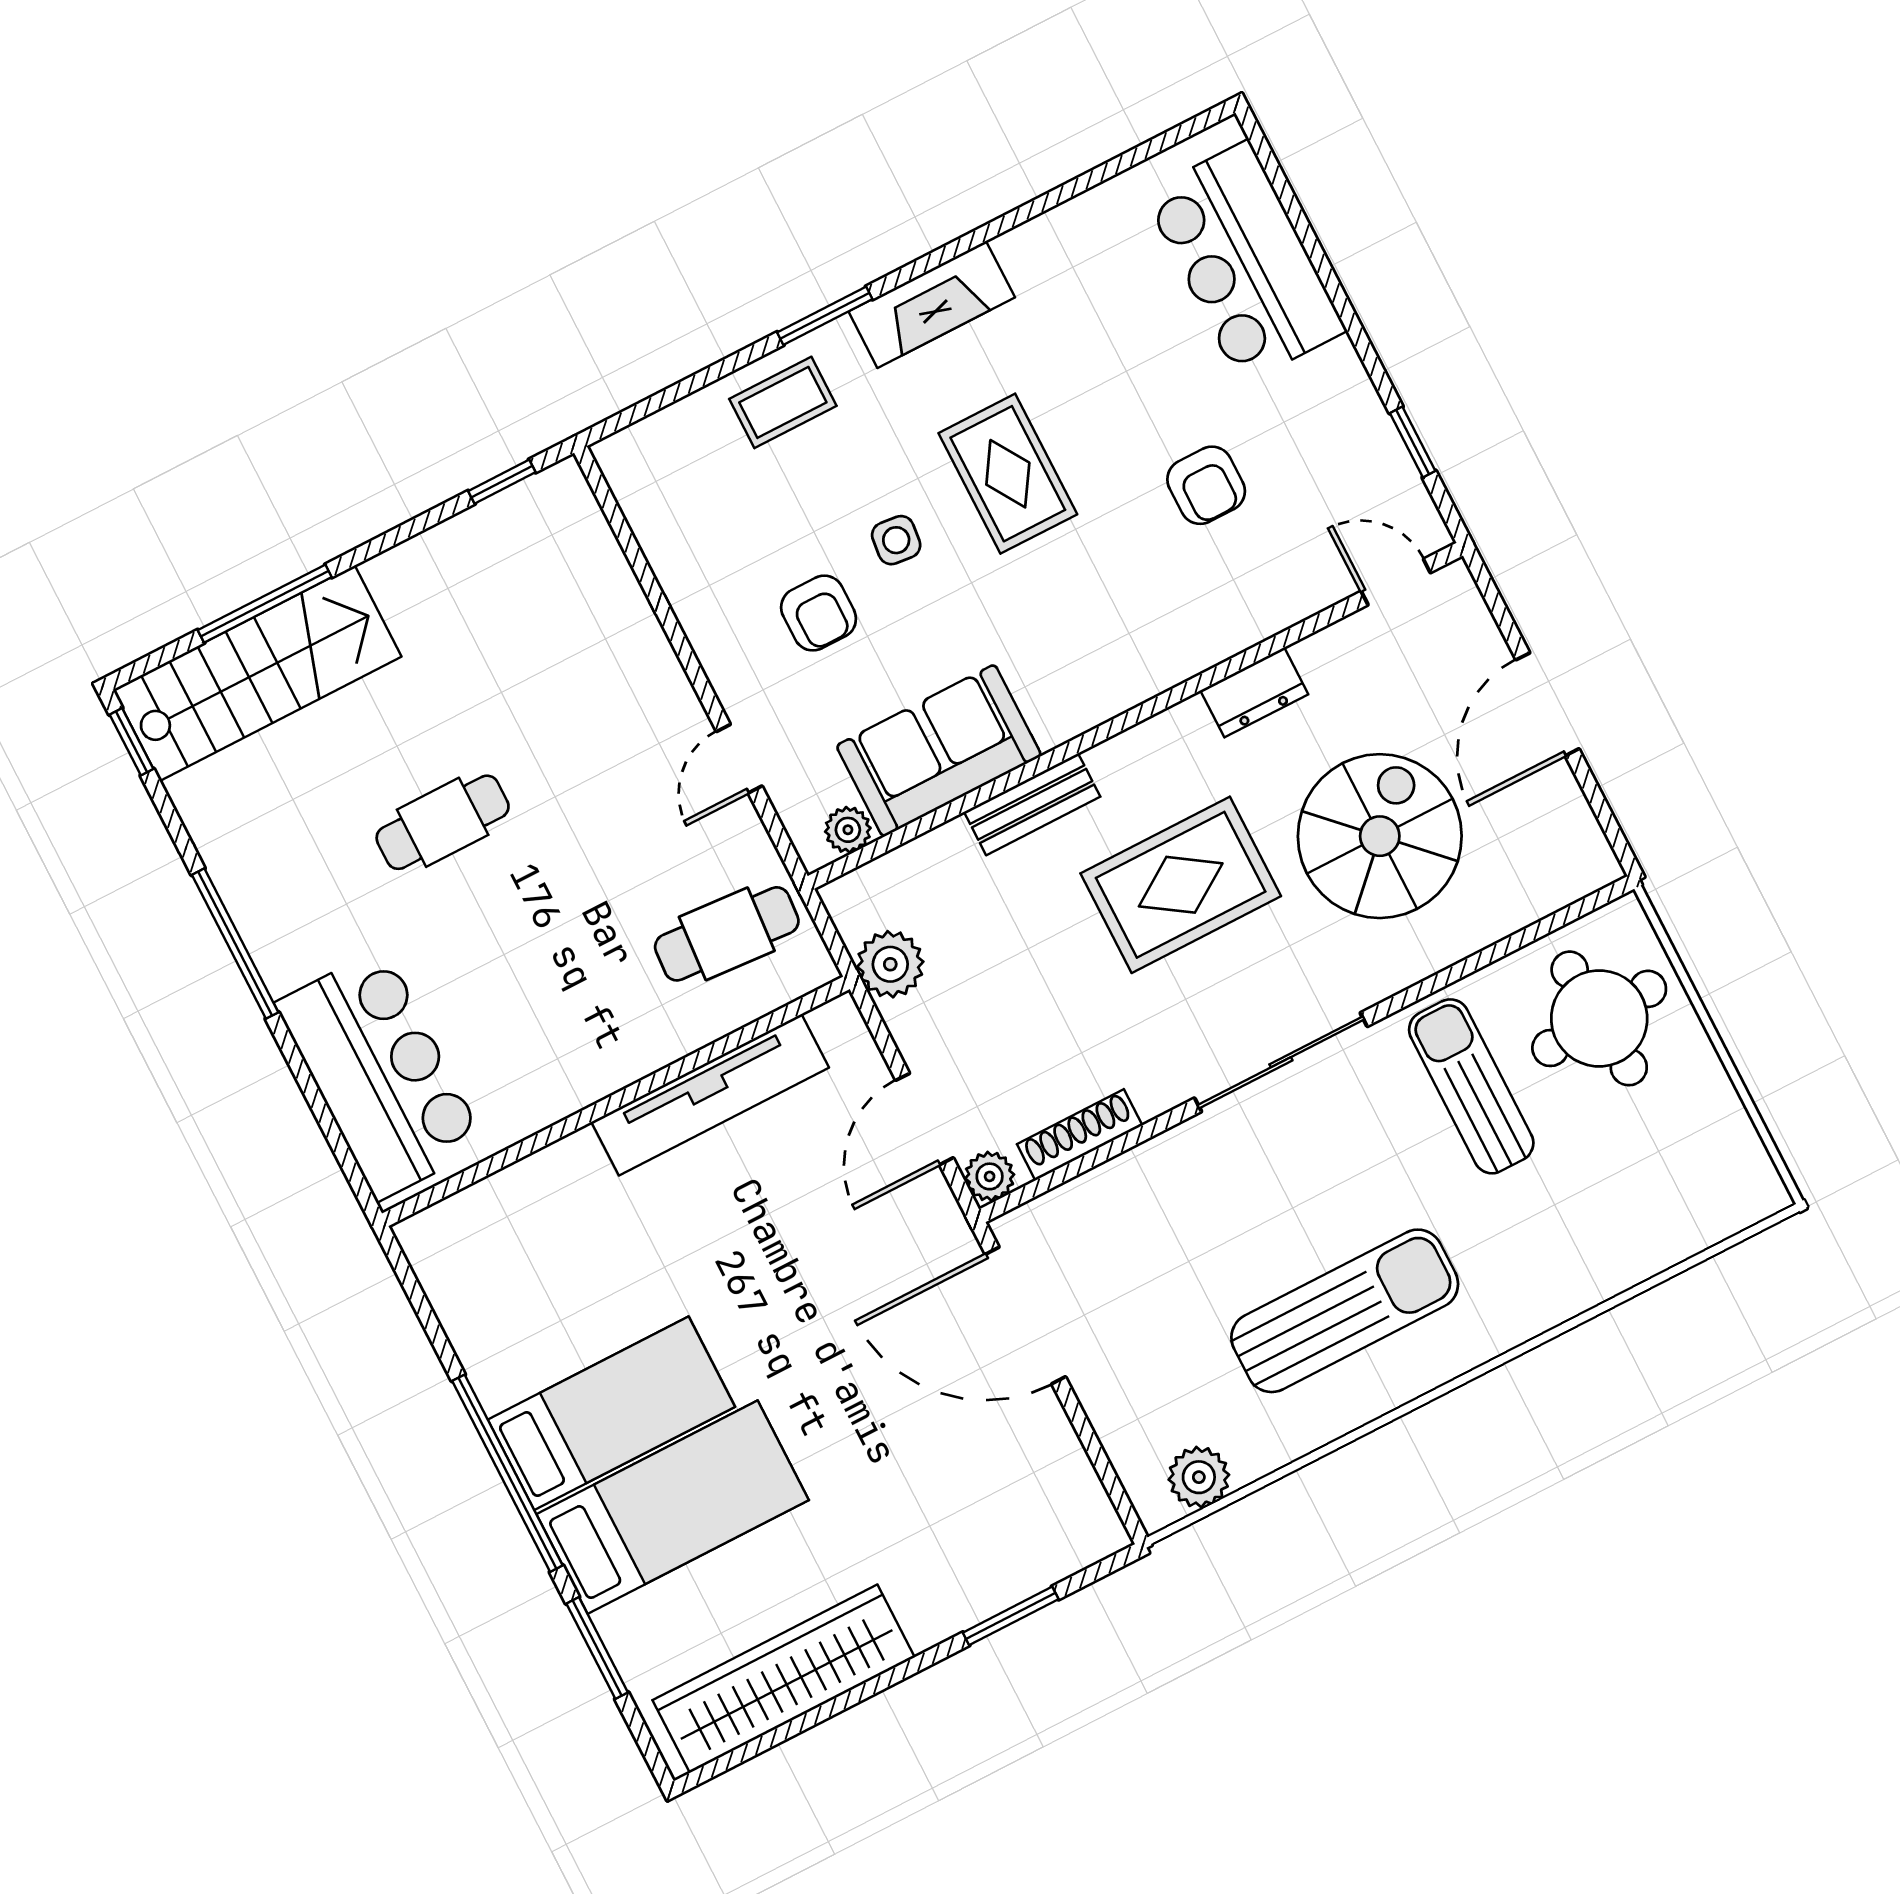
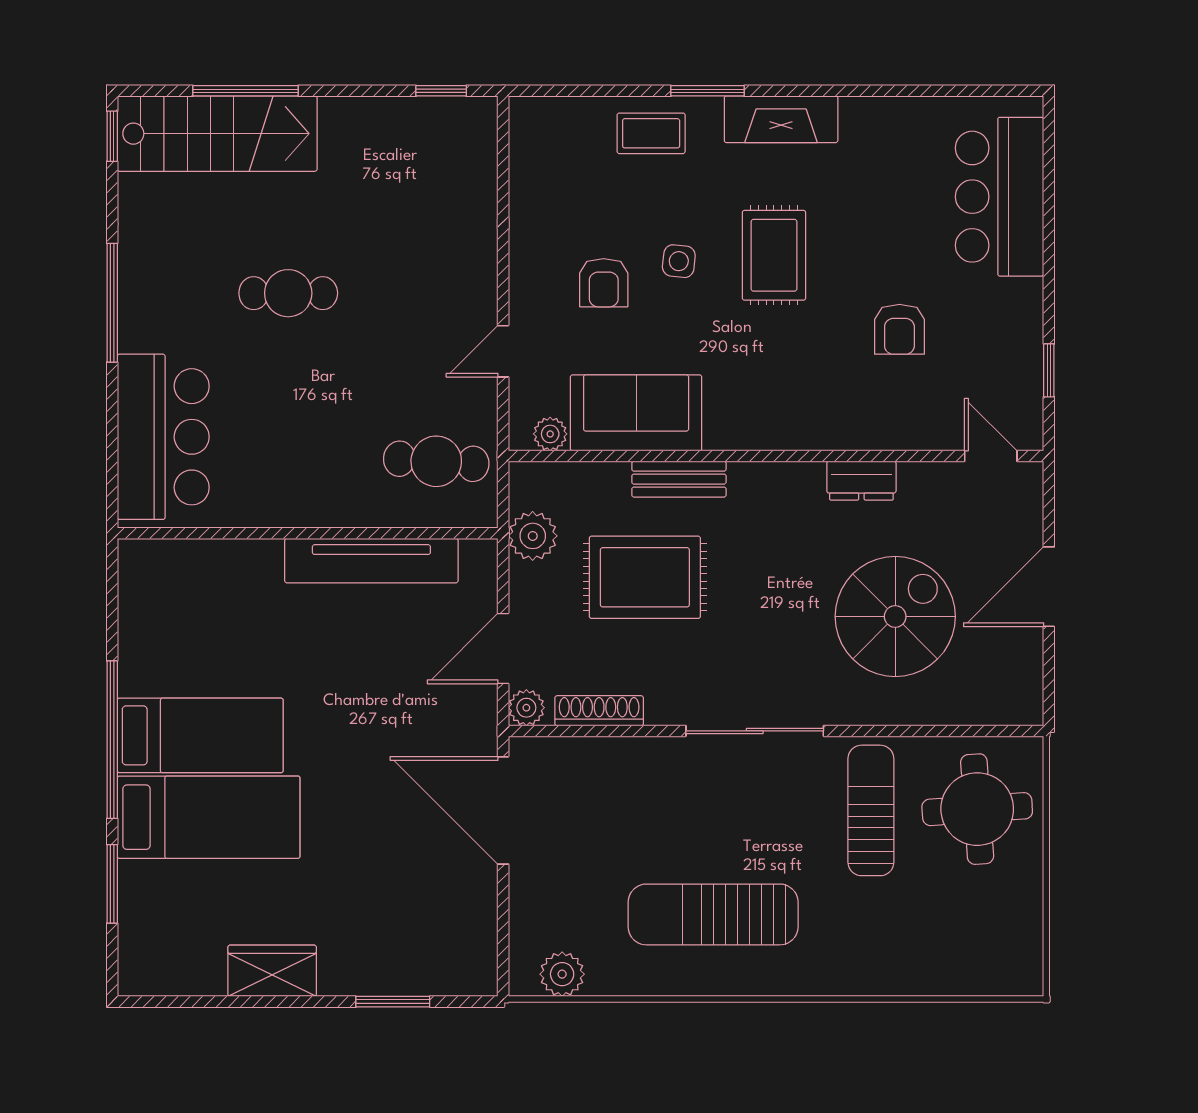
rug: (1181, 885) -> (645, 577), moved
sun lounger: (1345, 1311) -> (713, 914), turned 180
wardrobe: (784, 1679) -> (272, 971), width x0.48, depth x0.85

